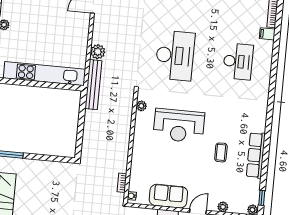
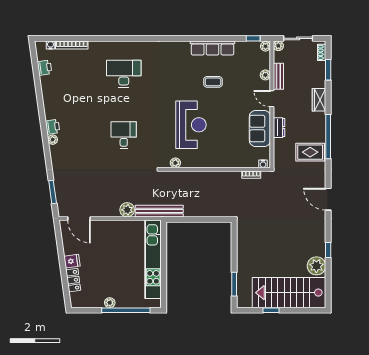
filing cabinet: (267, 34) -> (94, 48), removed
desk: (175, 56) -> (124, 135), width x0.53, depth x0.77

